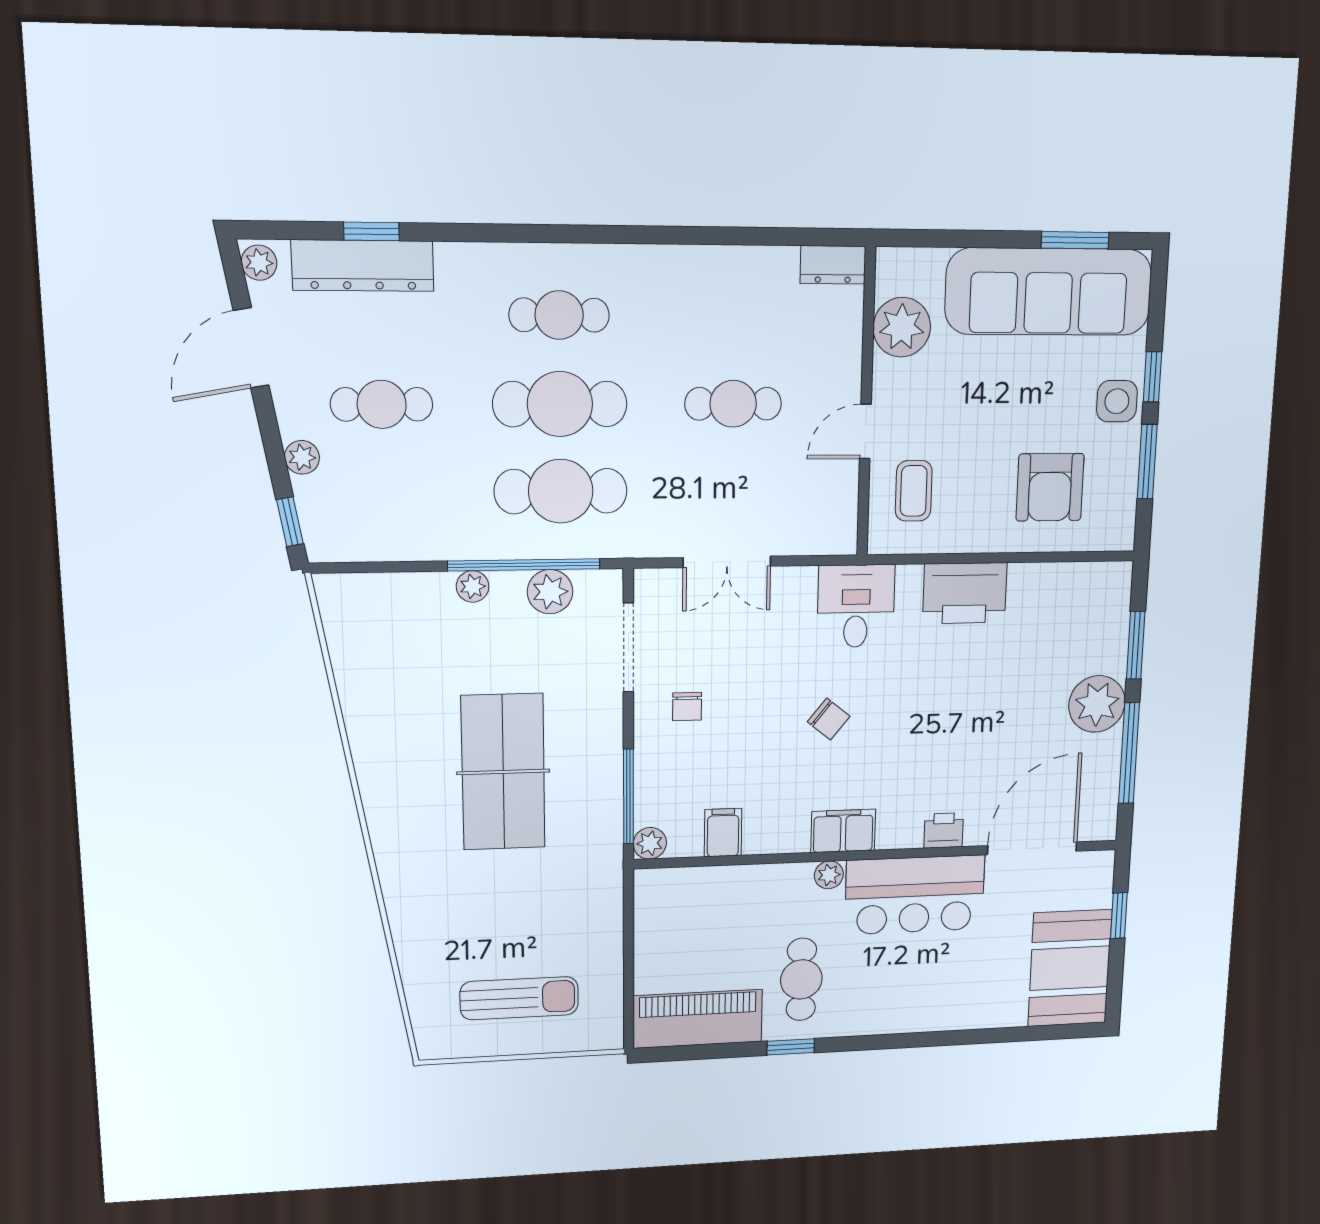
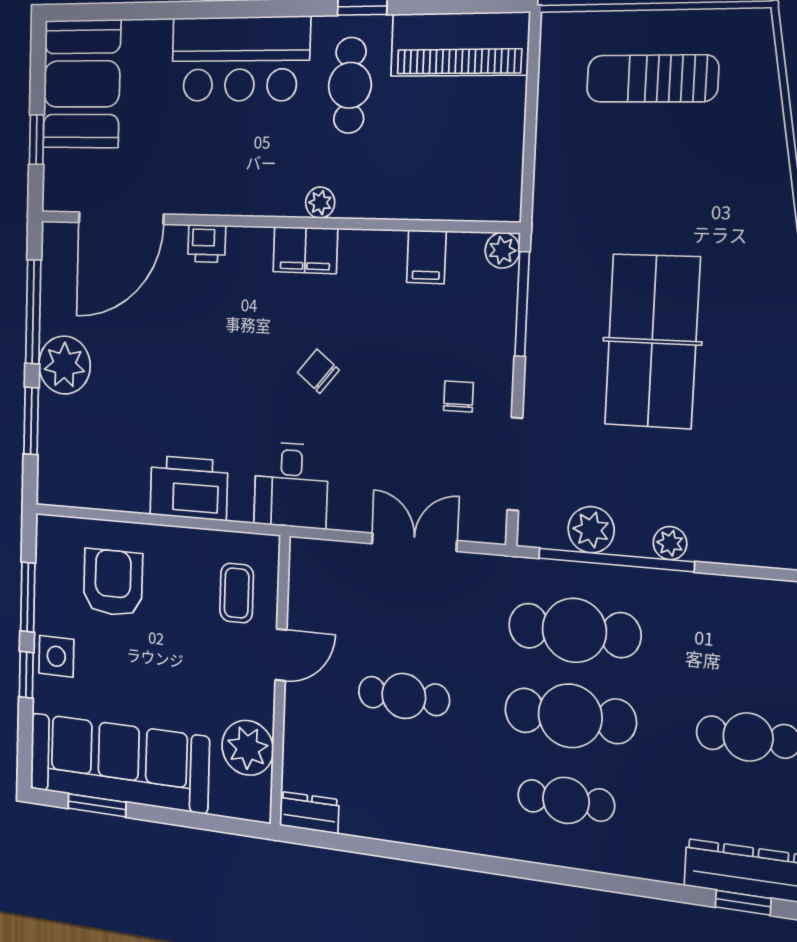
bar counter: (915, 895) -> (240, 59), moved, turned 180

